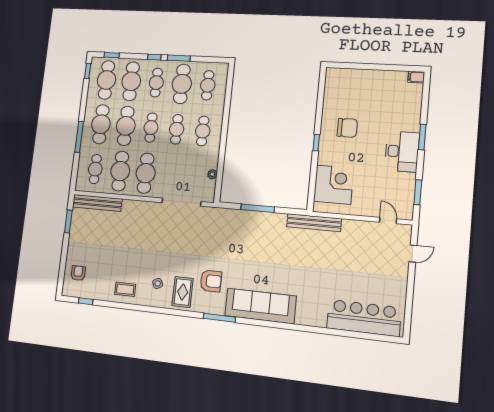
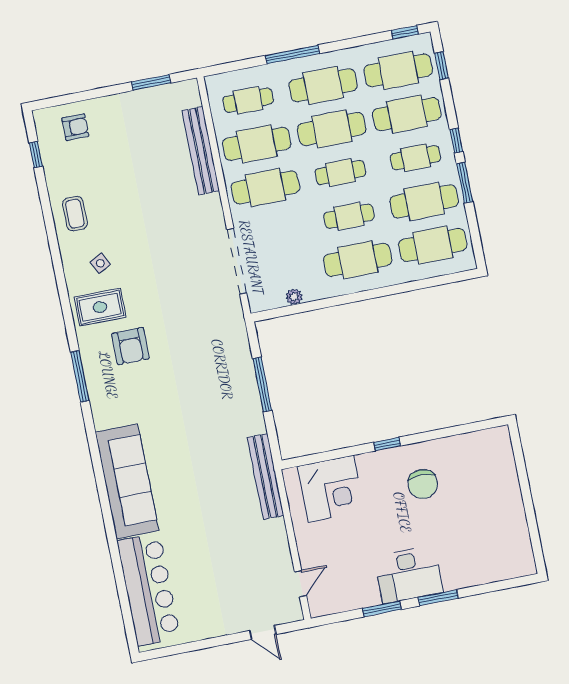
filing cabinet: (416, 77) -> (527, 564), removed
cafe table: (208, 85) -> (433, 245), width x1.37, depth x1.35
cafe table: (203, 131) -> (358, 260), width x1.37, depth x1.35
window: (418, 192) -> (382, 609), moved
bench: (97, 203) -> (201, 151), moved
sofa: (260, 306) -> (127, 481), moved

